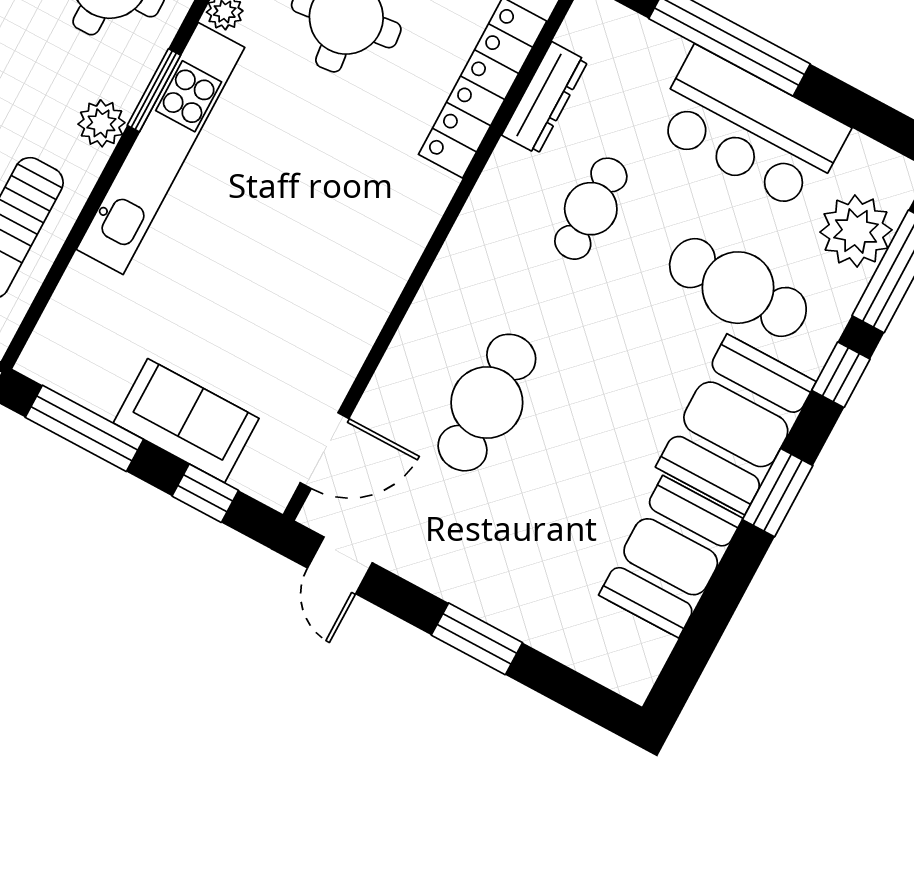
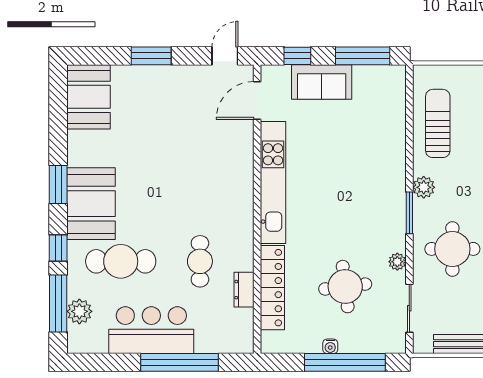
dresser: (545, 98) -> (244, 290), width x0.70
kitchen unit: (161, 148) -> (273, 182), moved, turned 180
plant: (856, 231) -> (79, 311), width x0.73, depth x0.73
cafe table: (487, 403) -> (200, 157), removed
booth: (671, 557) -> (89, 97), moved
door: (340, 565) -> (225, 56), hinge flipped

